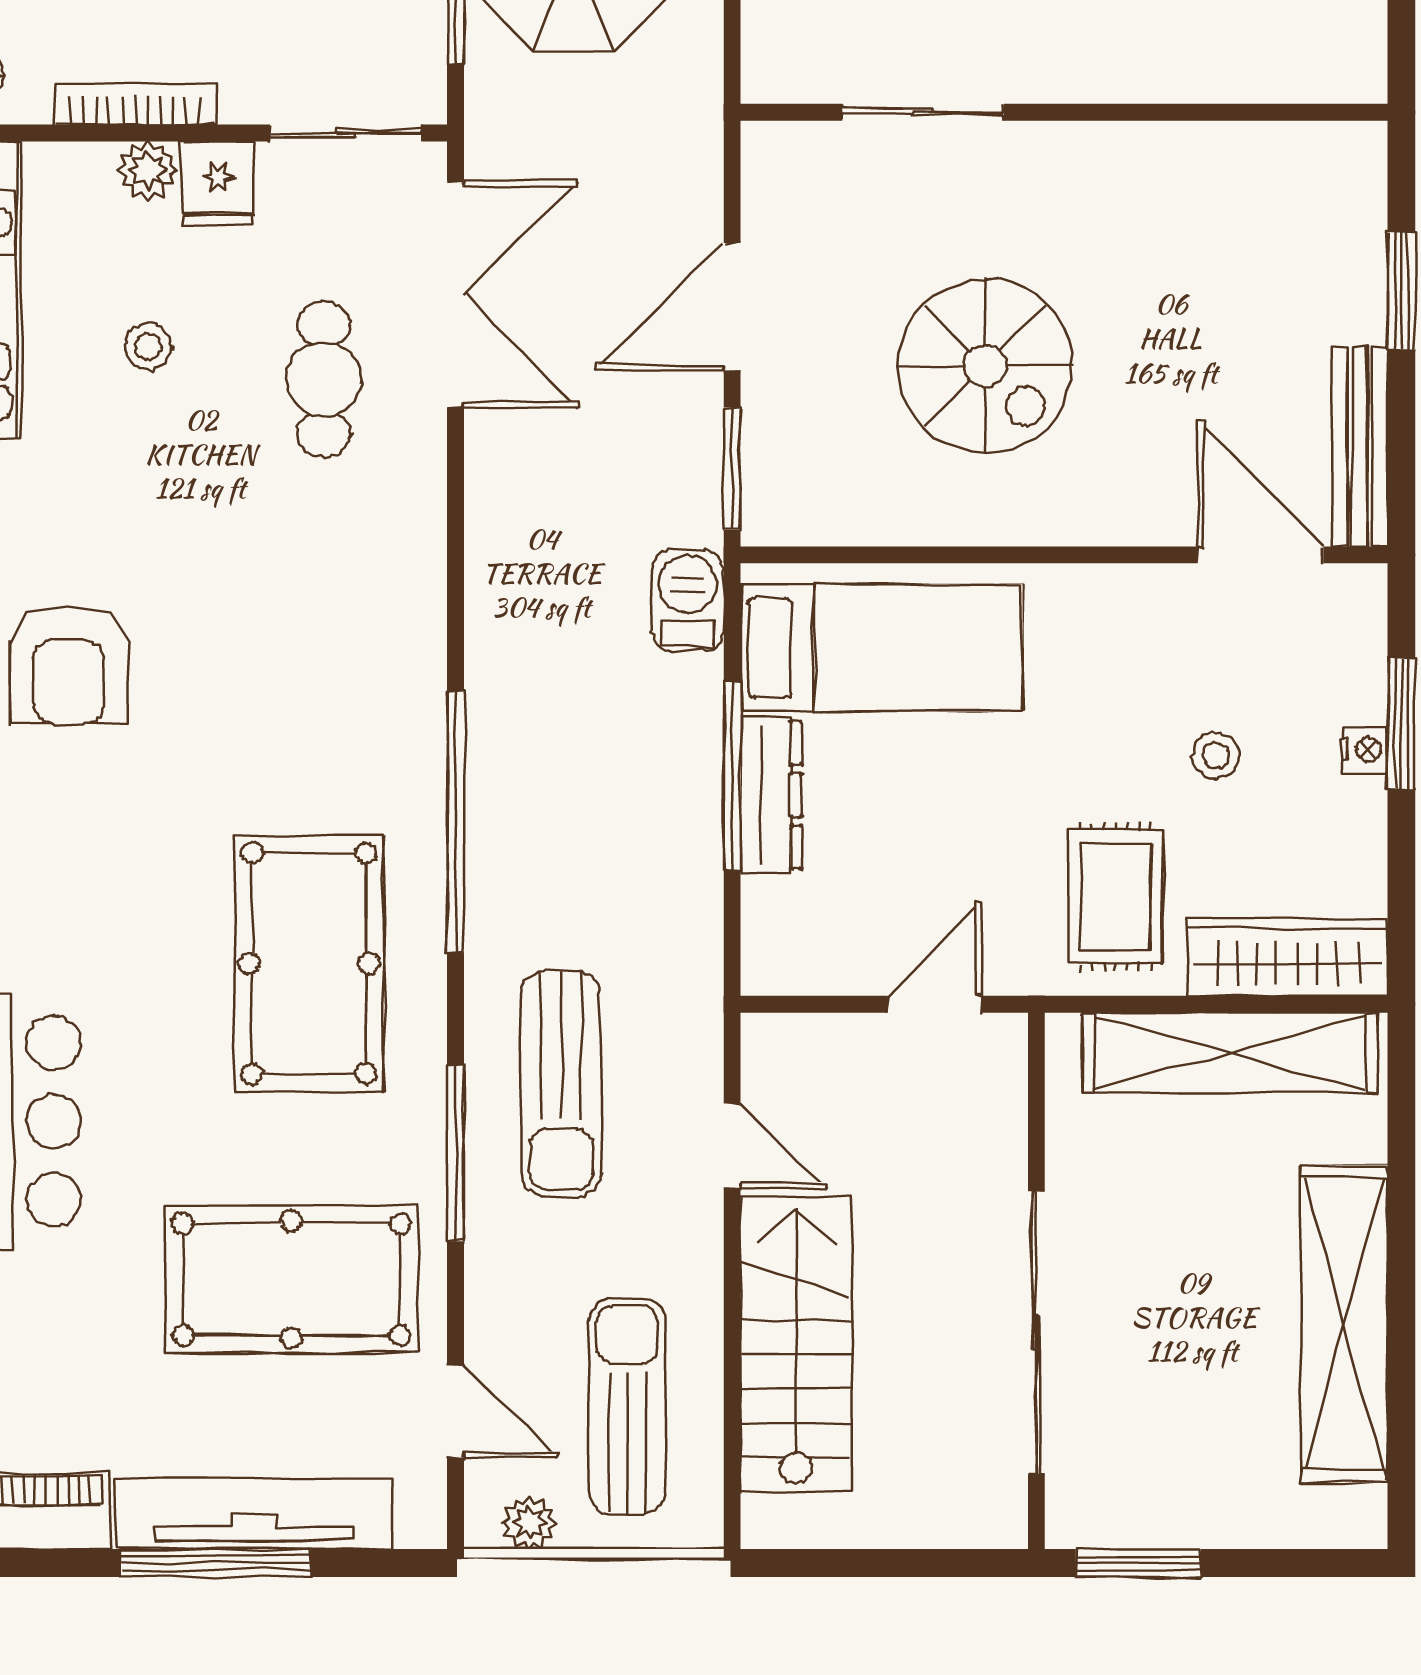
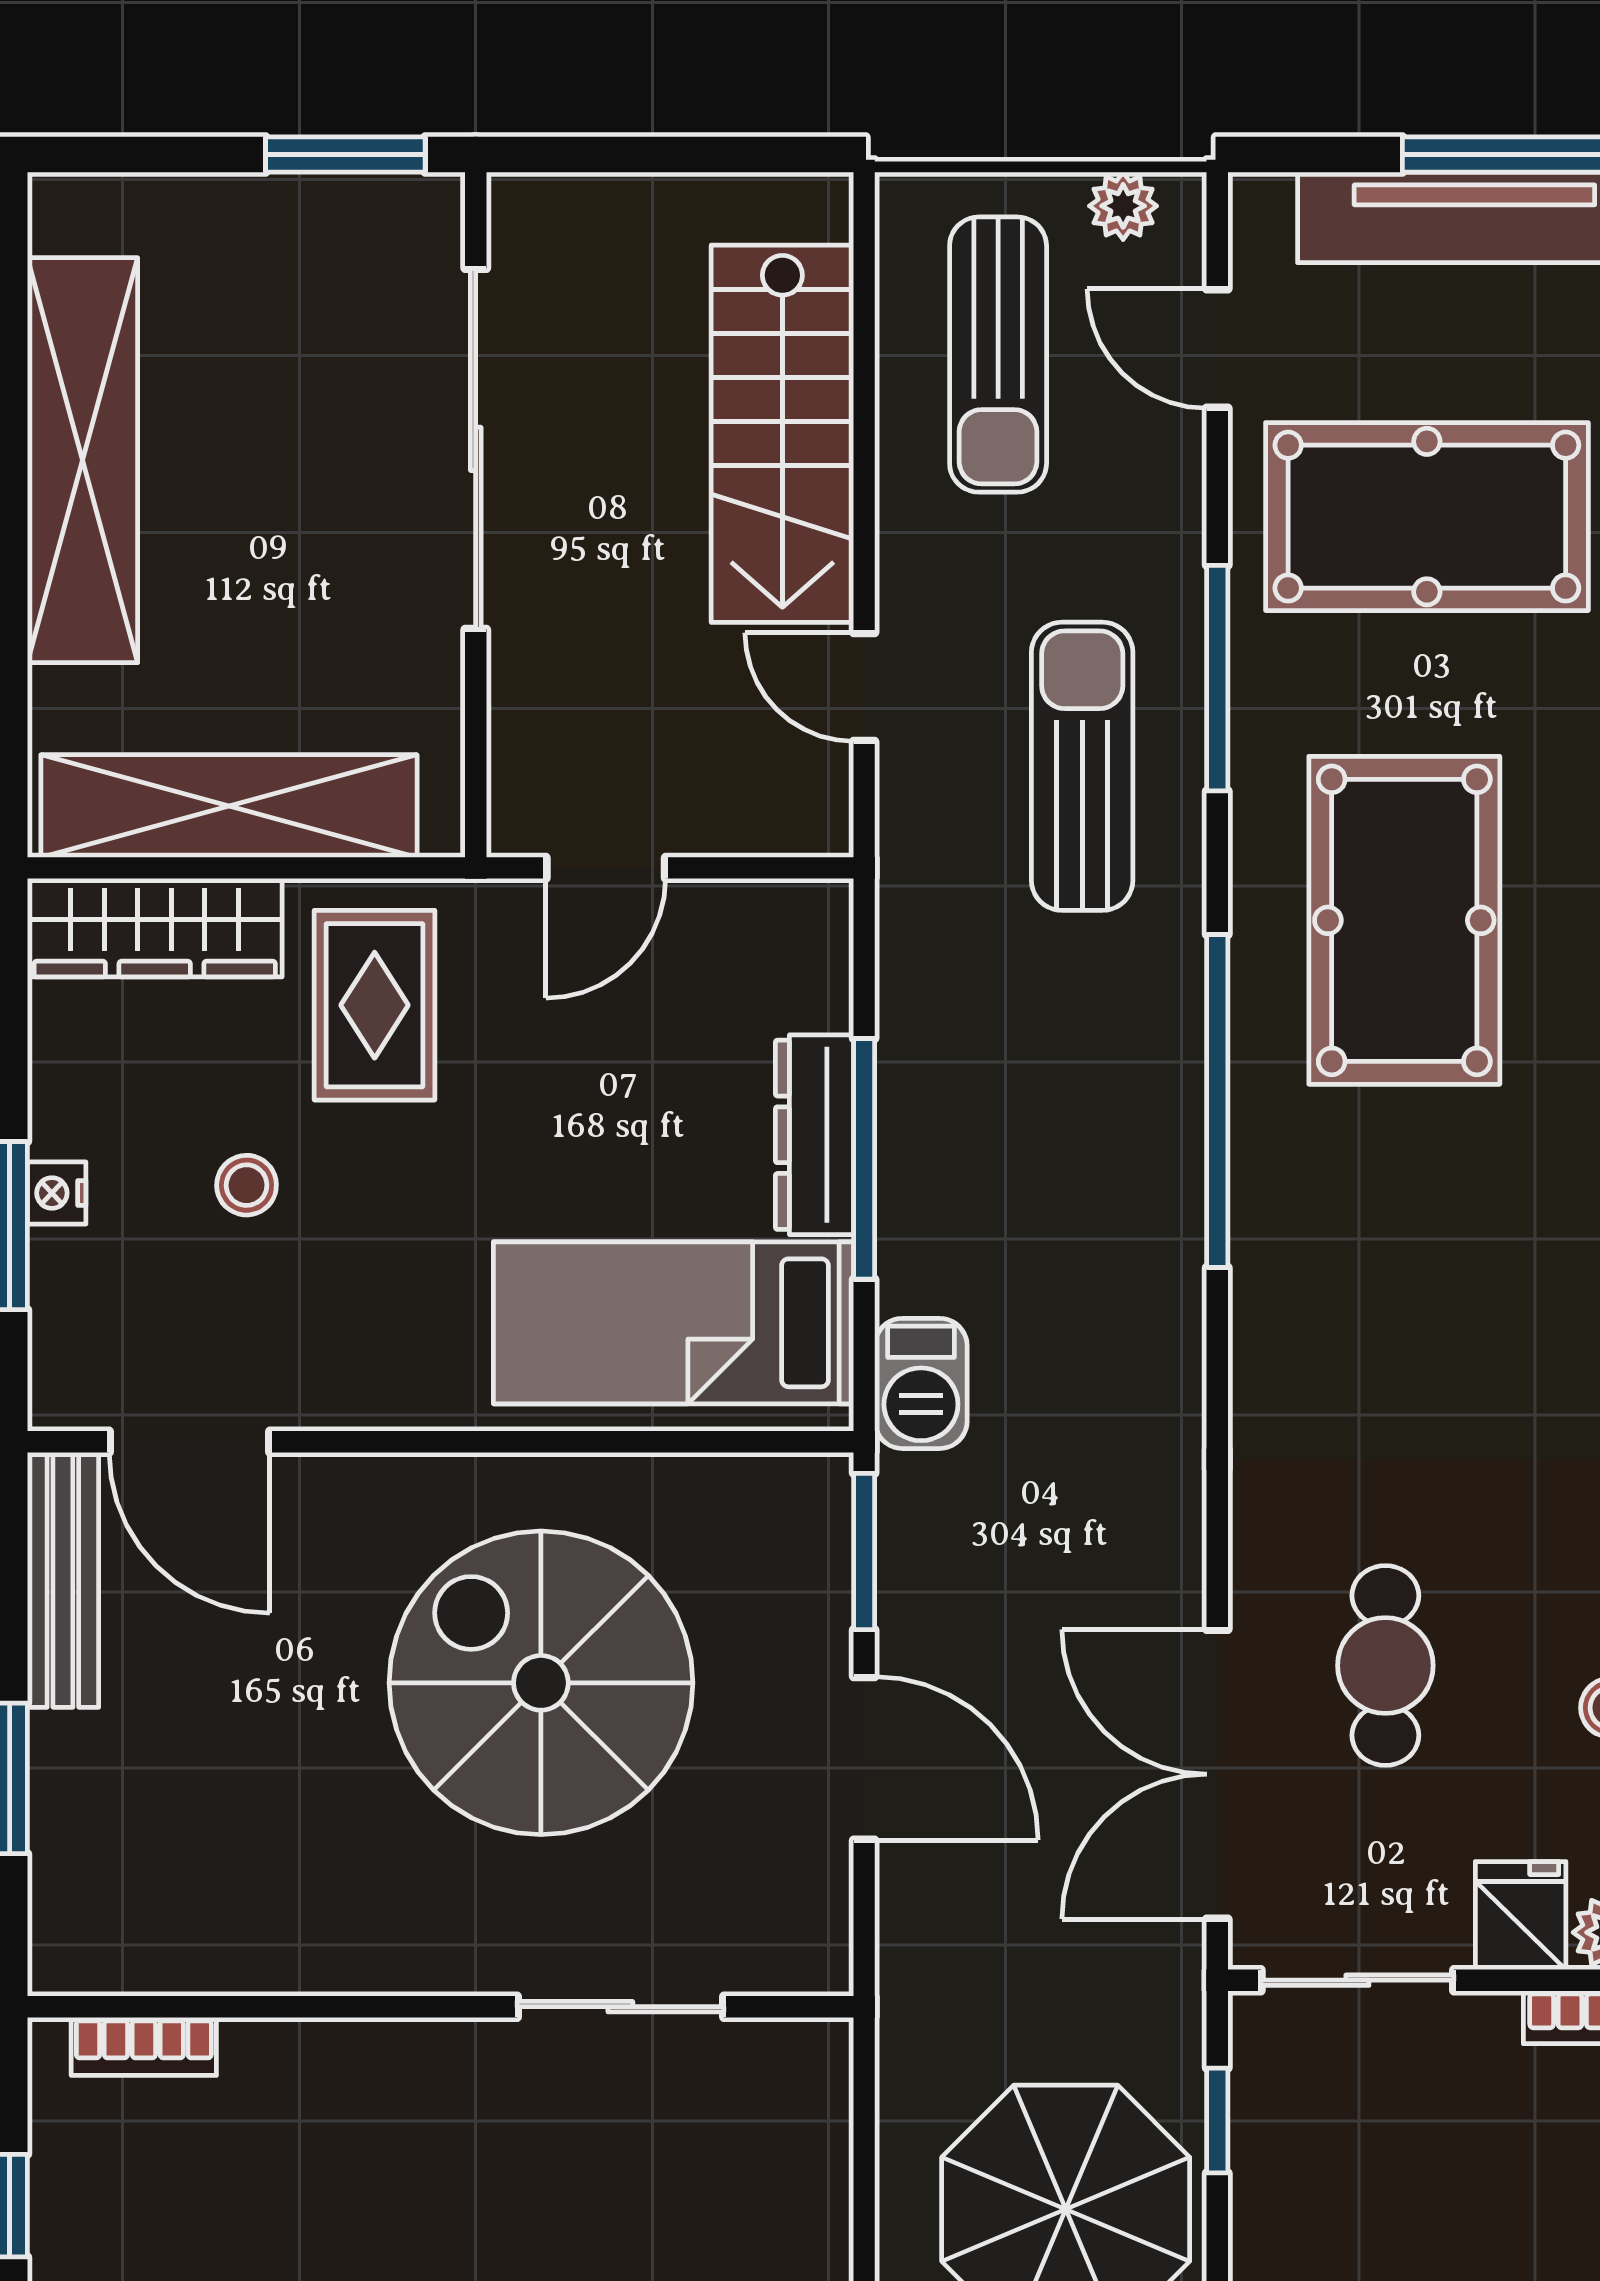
bookcase: (1296, 81) -> (144, 2046), added
door: (732, 307) -> (864, 1758), hinge flipped
spiral stairs: (985, 366) -> (541, 1683), width x1.37, depth x1.37

